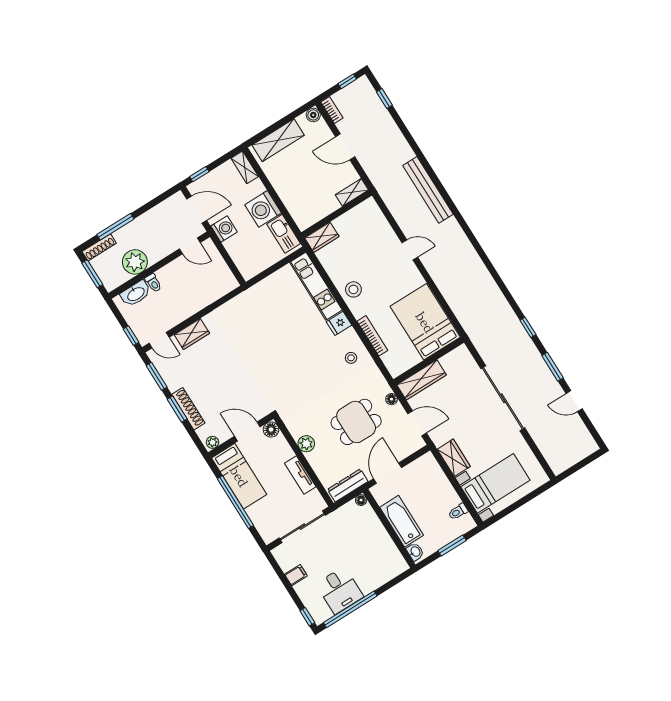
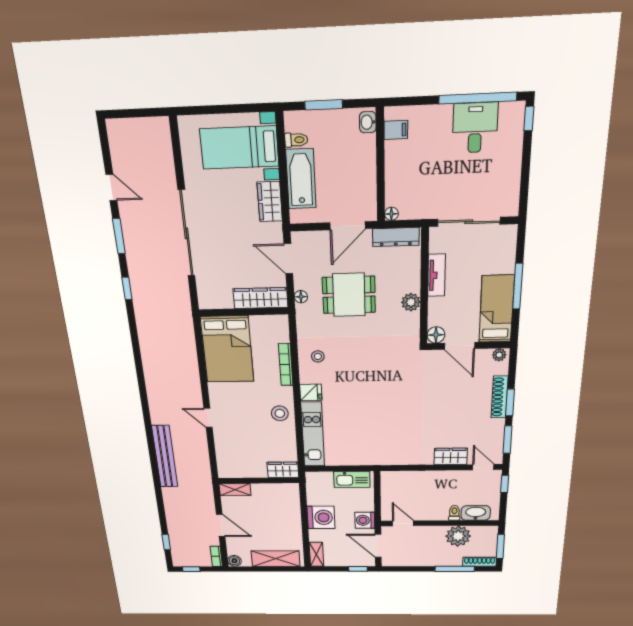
kitchen sink: (284, 234) -> (352, 479), moved, turned 90
window: (235, 502) -> (518, 286), width x0.68
bathtub: (402, 521) -> (301, 179), moved, turned 180
filing cabinet: (296, 575) -> (396, 130), moved, turned 180

